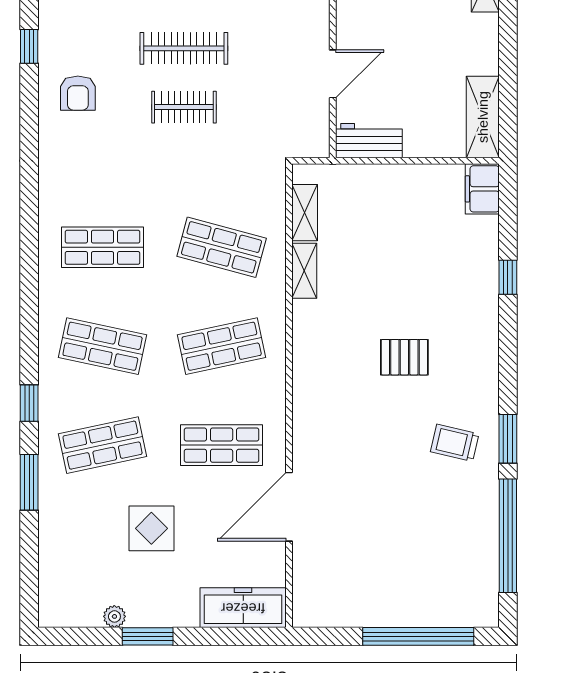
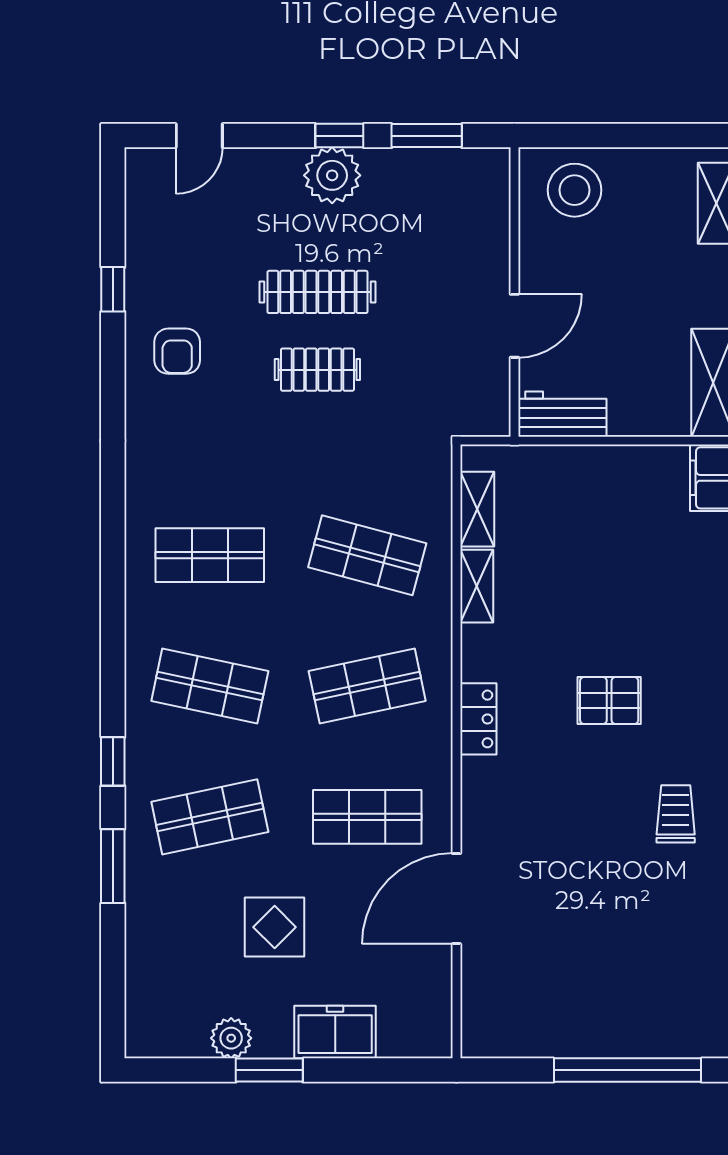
locker: (306, 371) -> (478, 719), added
trolley: (455, 443) -> (676, 814), turned 77
freezer: (243, 608) -> (335, 1032), moved, width x0.71
plant: (114, 616) -> (231, 1038), width x1.38, depth x1.38

